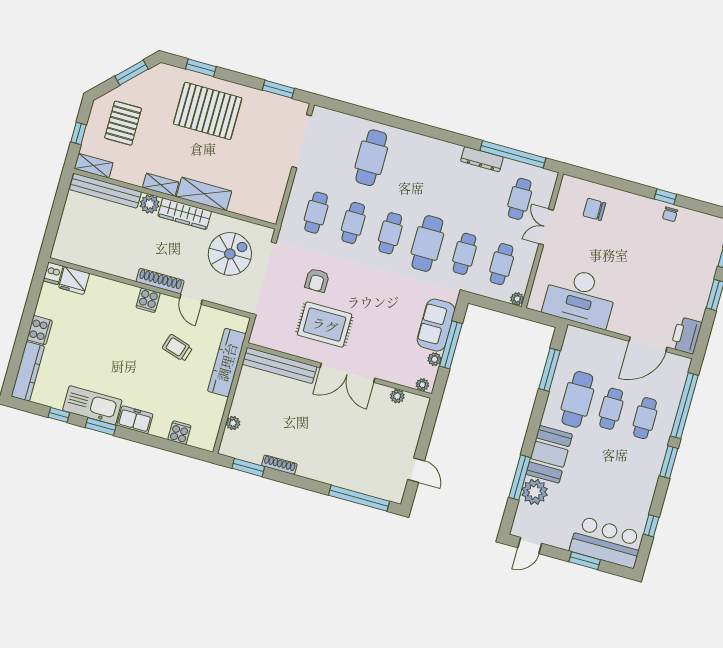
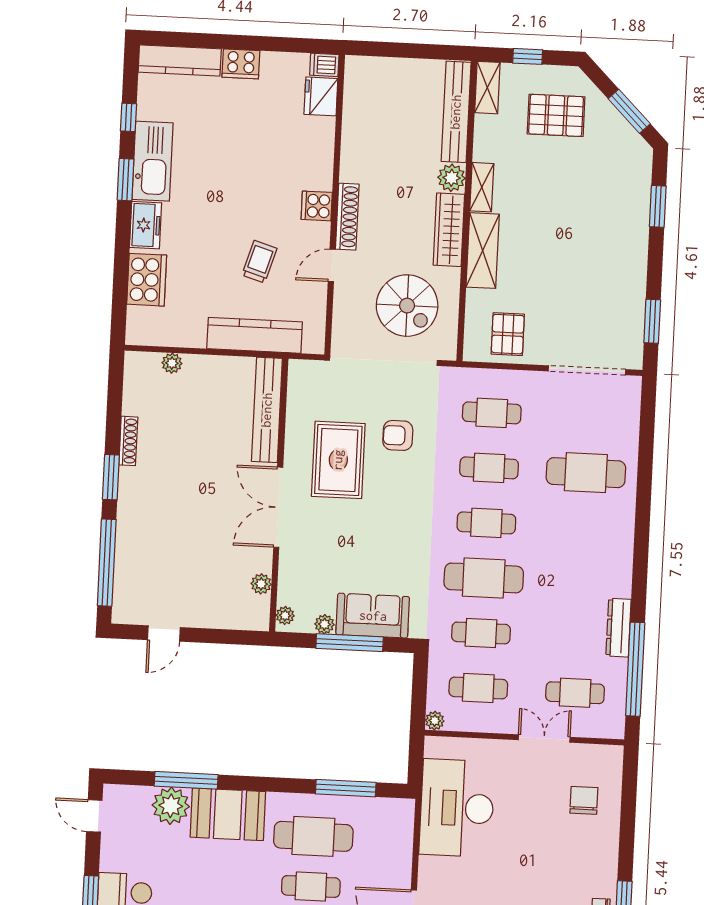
pallet: (208, 111) -> (508, 334), moved, width x0.49, depth x0.50
cooker: (179, 433) -> (147, 280), width x1.87, depth x1.31
window: (248, 467) -> (111, 477), moved

